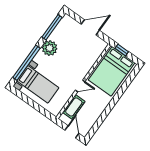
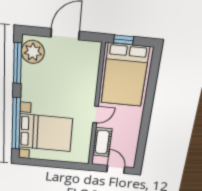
plant: (50, 48) -> (33, 52), moved
bed with nightstands: (38, 84) -> (45, 133), width x1.36

